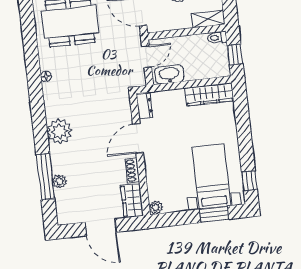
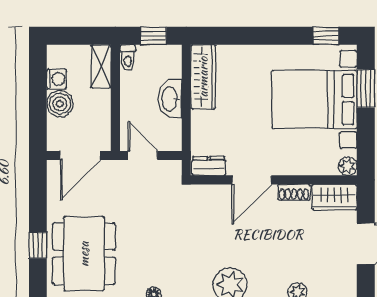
washbasin: (169, 74) -> (170, 99), moved
door: (138, 138) -> (252, 180), hinge flipped
bed with nightstands: (211, 177) -> (314, 99), width x1.36

